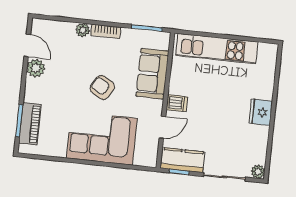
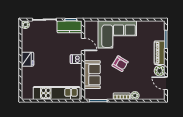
piano: (30, 124) -> (160, 53), moved
door: (163, 127) -> (83, 44), swing flipped

